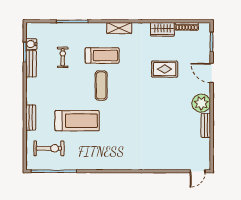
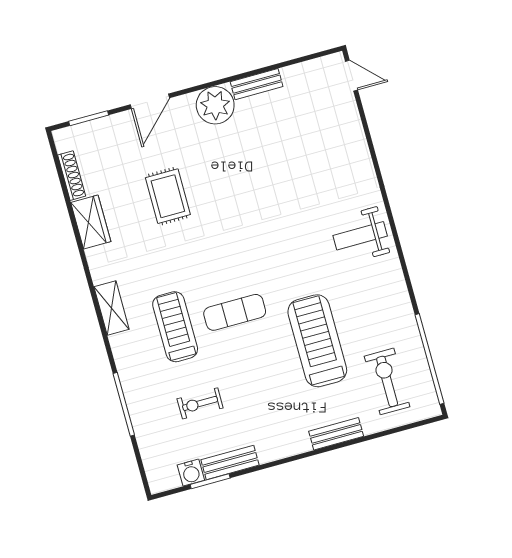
weight bench: (121, 155) -> (360, 236), added

